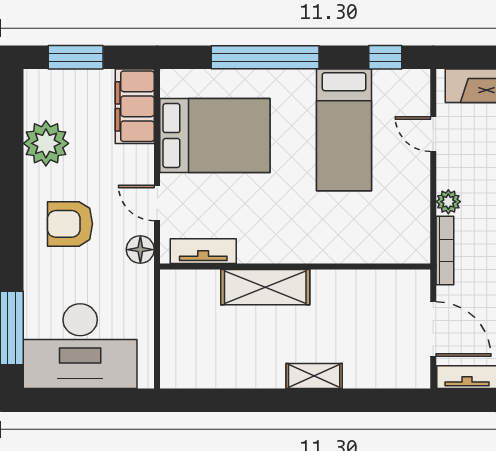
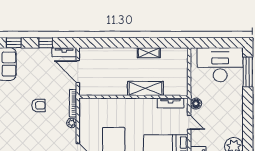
armchair: (70, 224) -> (224, 114), removed
shelving: (314, 376) -> (149, 53), moved

